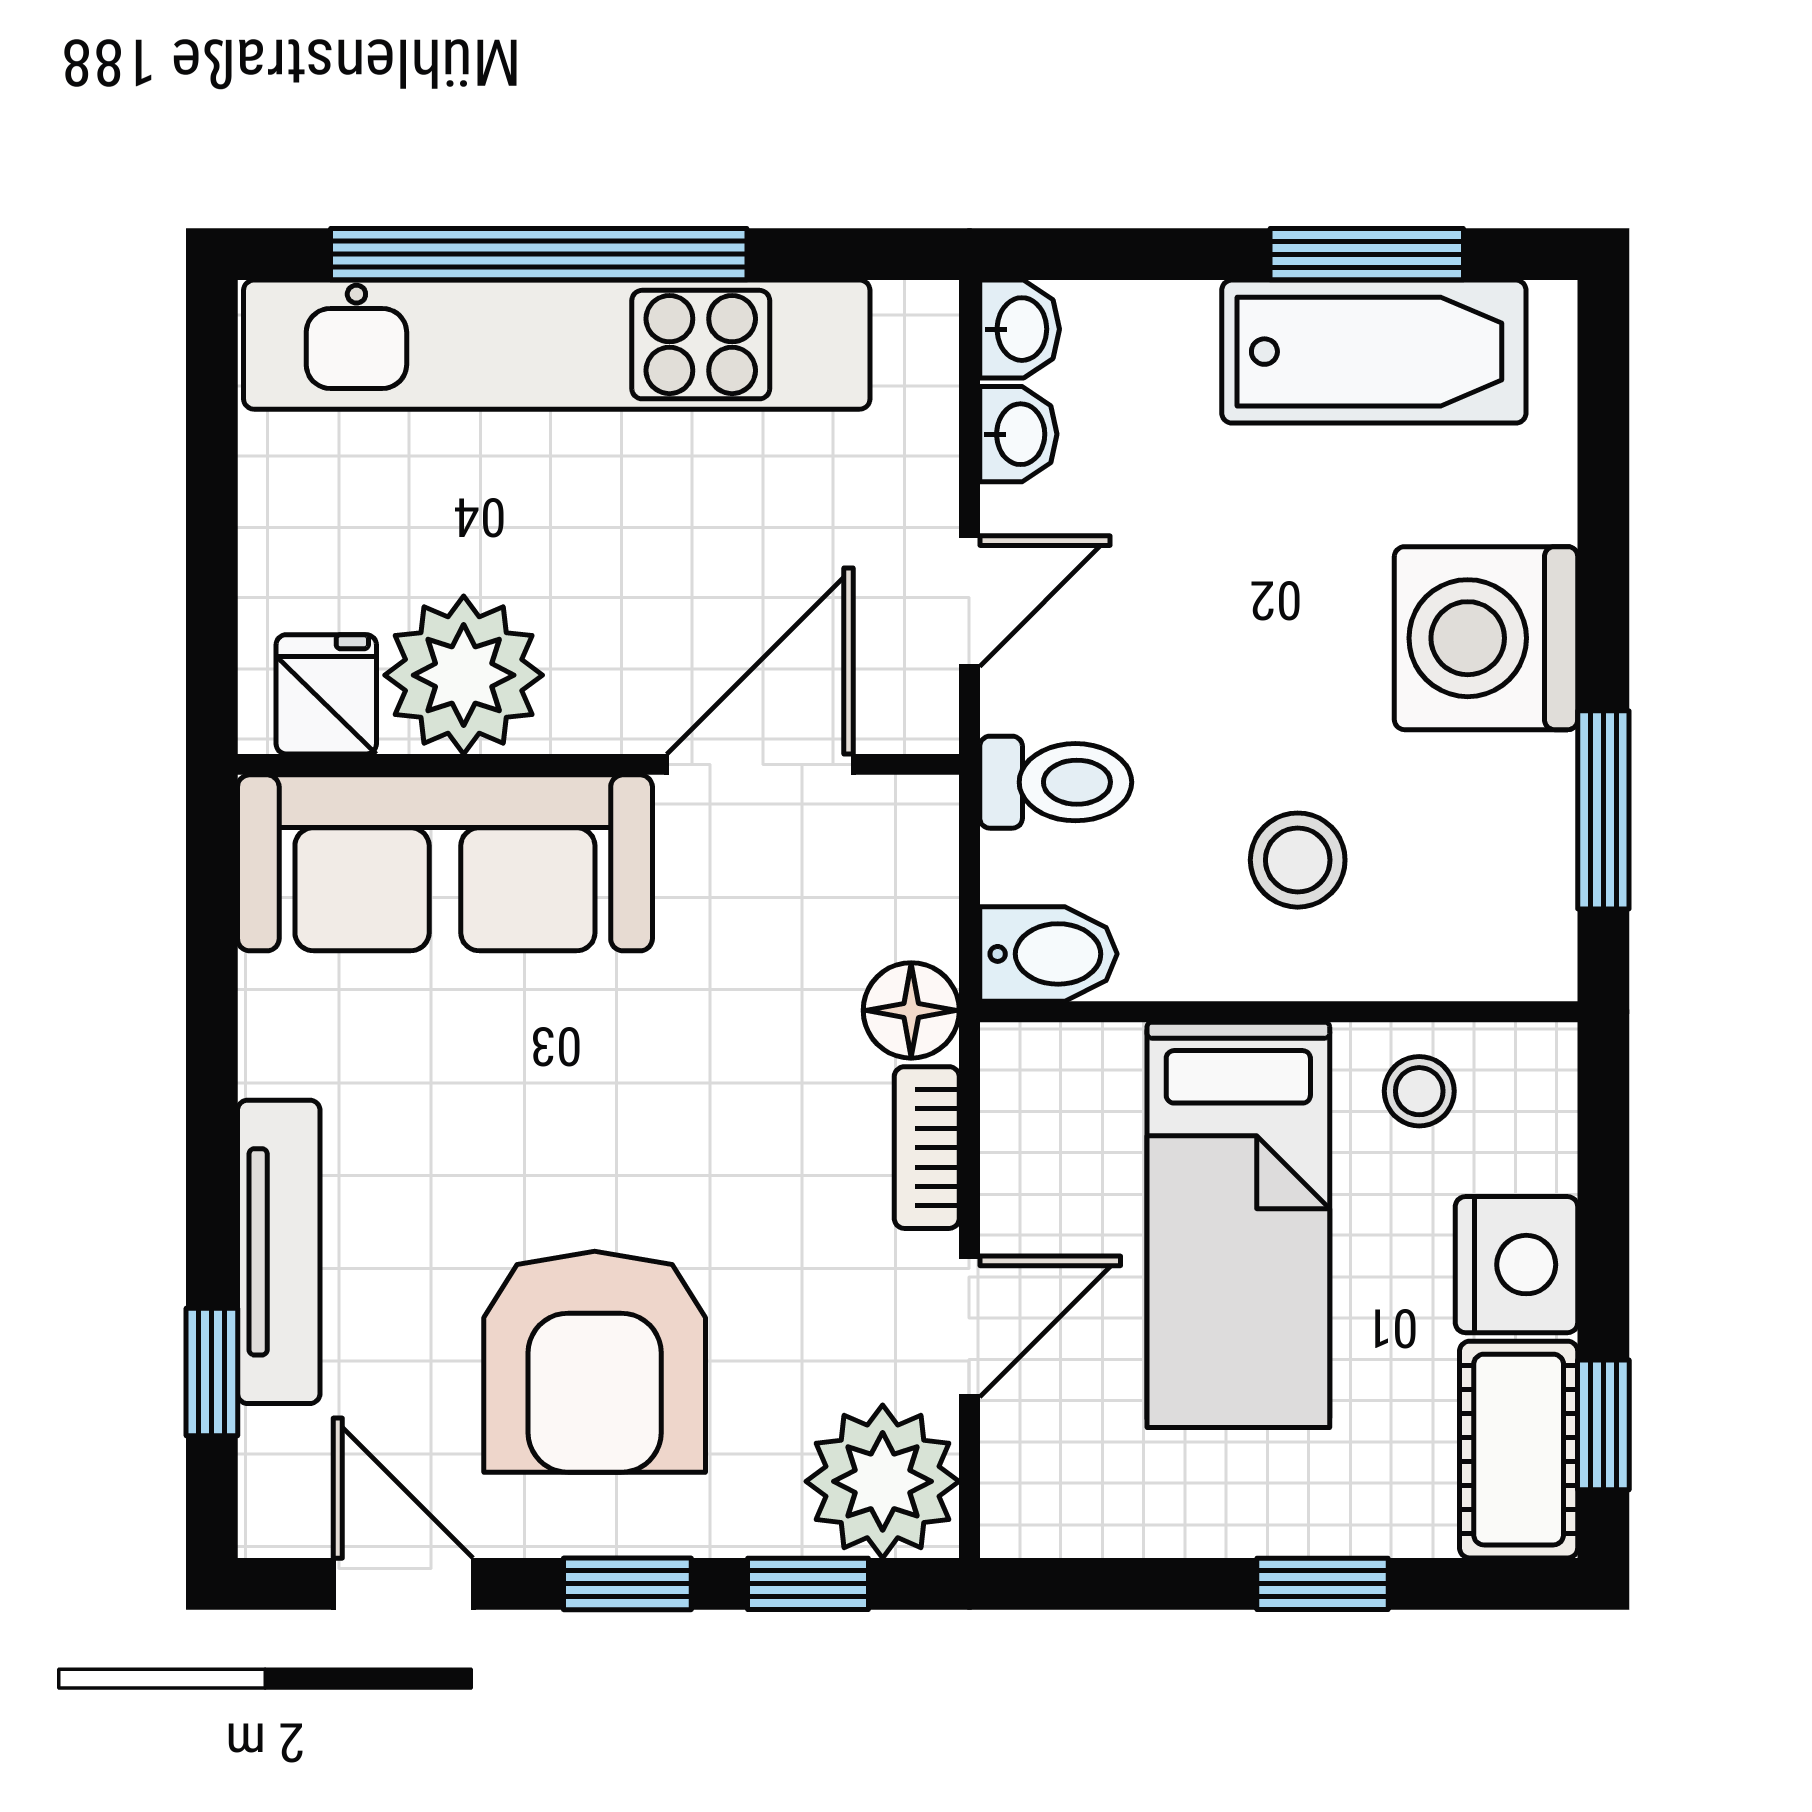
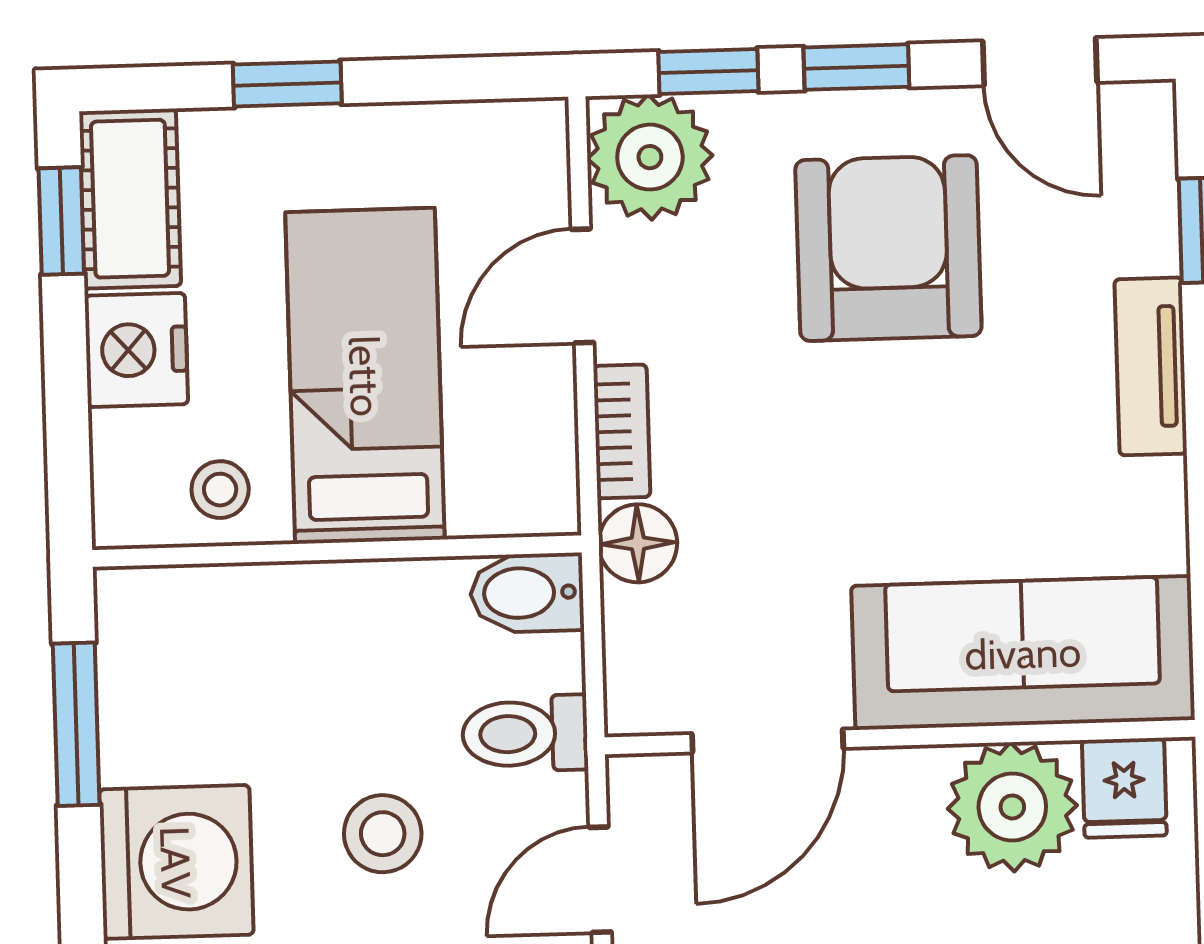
stool: (1298, 860) -> (383, 834), moved
tv unit: (279, 1252) -> (1151, 366), width x0.71

